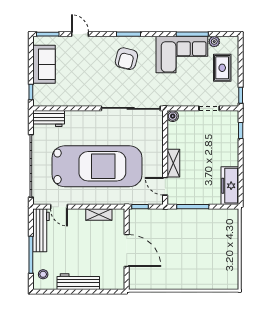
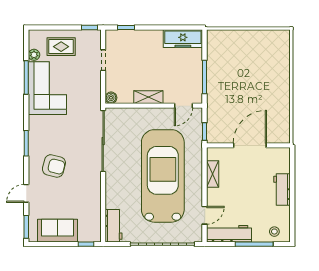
armchair: (126, 59) -> (54, 166), moved
shelving: (173, 163) -> (148, 97), moved
workbench: (78, 282) -> (282, 189), width x0.73

